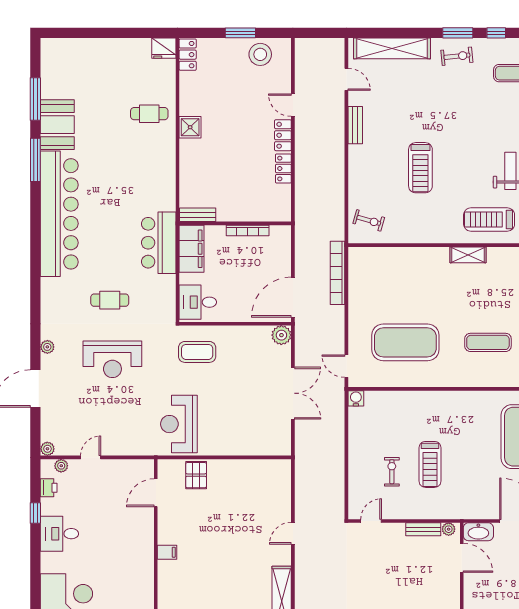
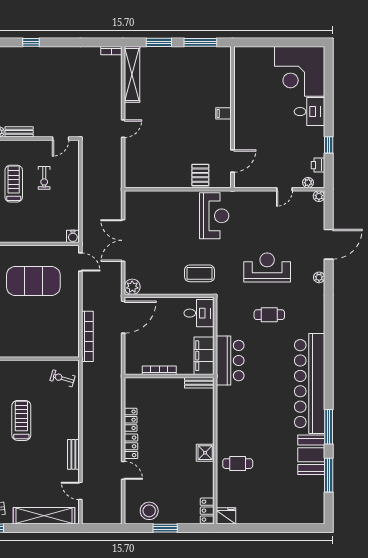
desk: (59, 534) -> (309, 112), moved

